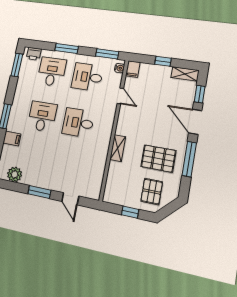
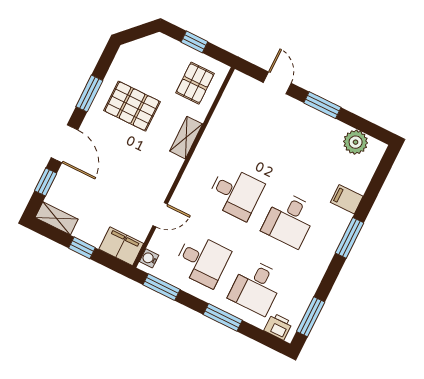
filing cabinet: (133, 69) -> (121, 246), width x2.00
door: (120, 96) -> (160, 215), swing flipped
window: (189, 159) -> (89, 94), width x0.69
pallet: (152, 192) -> (195, 83), moved

